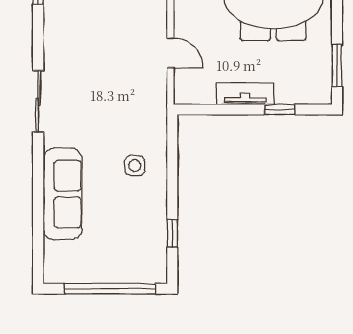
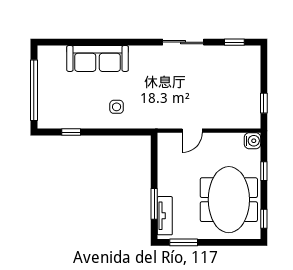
tv unit: (245, 94) -> (165, 216), moved
sliding door: (38, 101) -> (183, 42), moved
window: (280, 109) -> (154, 204), width x1.50

